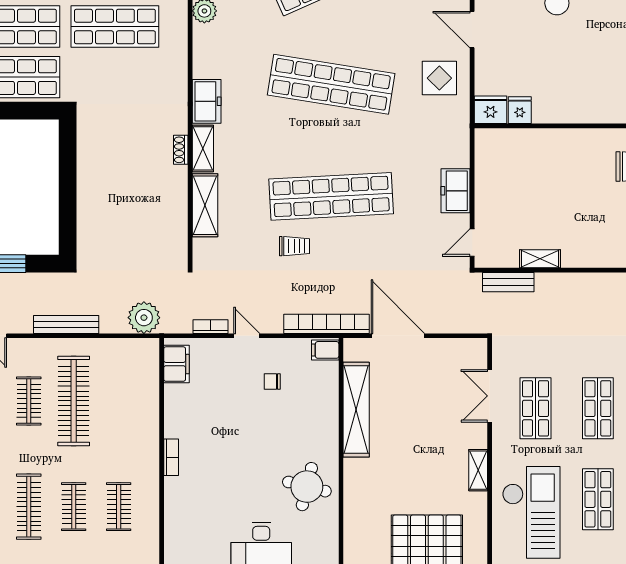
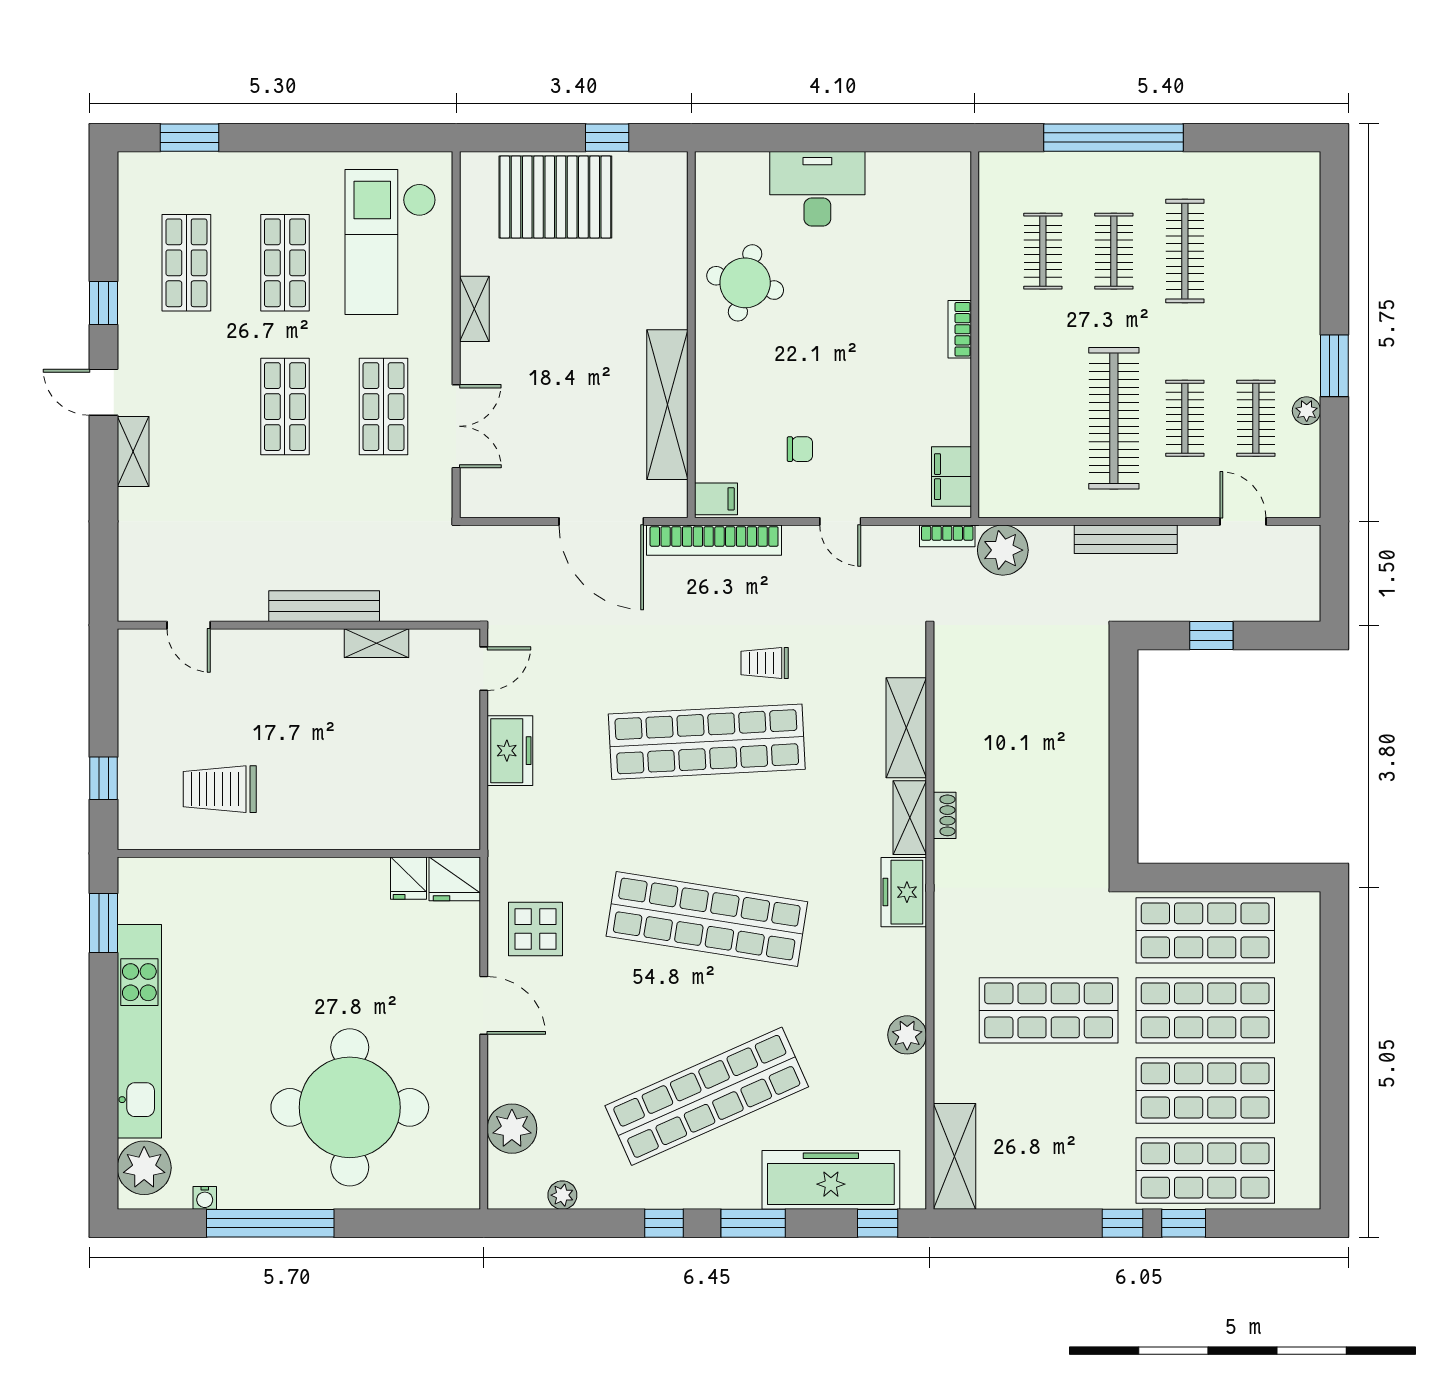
bench: (508, 282) -> (324, 606), moved, width x1.36
bookcase: (211, 327) -> (947, 536), moved

